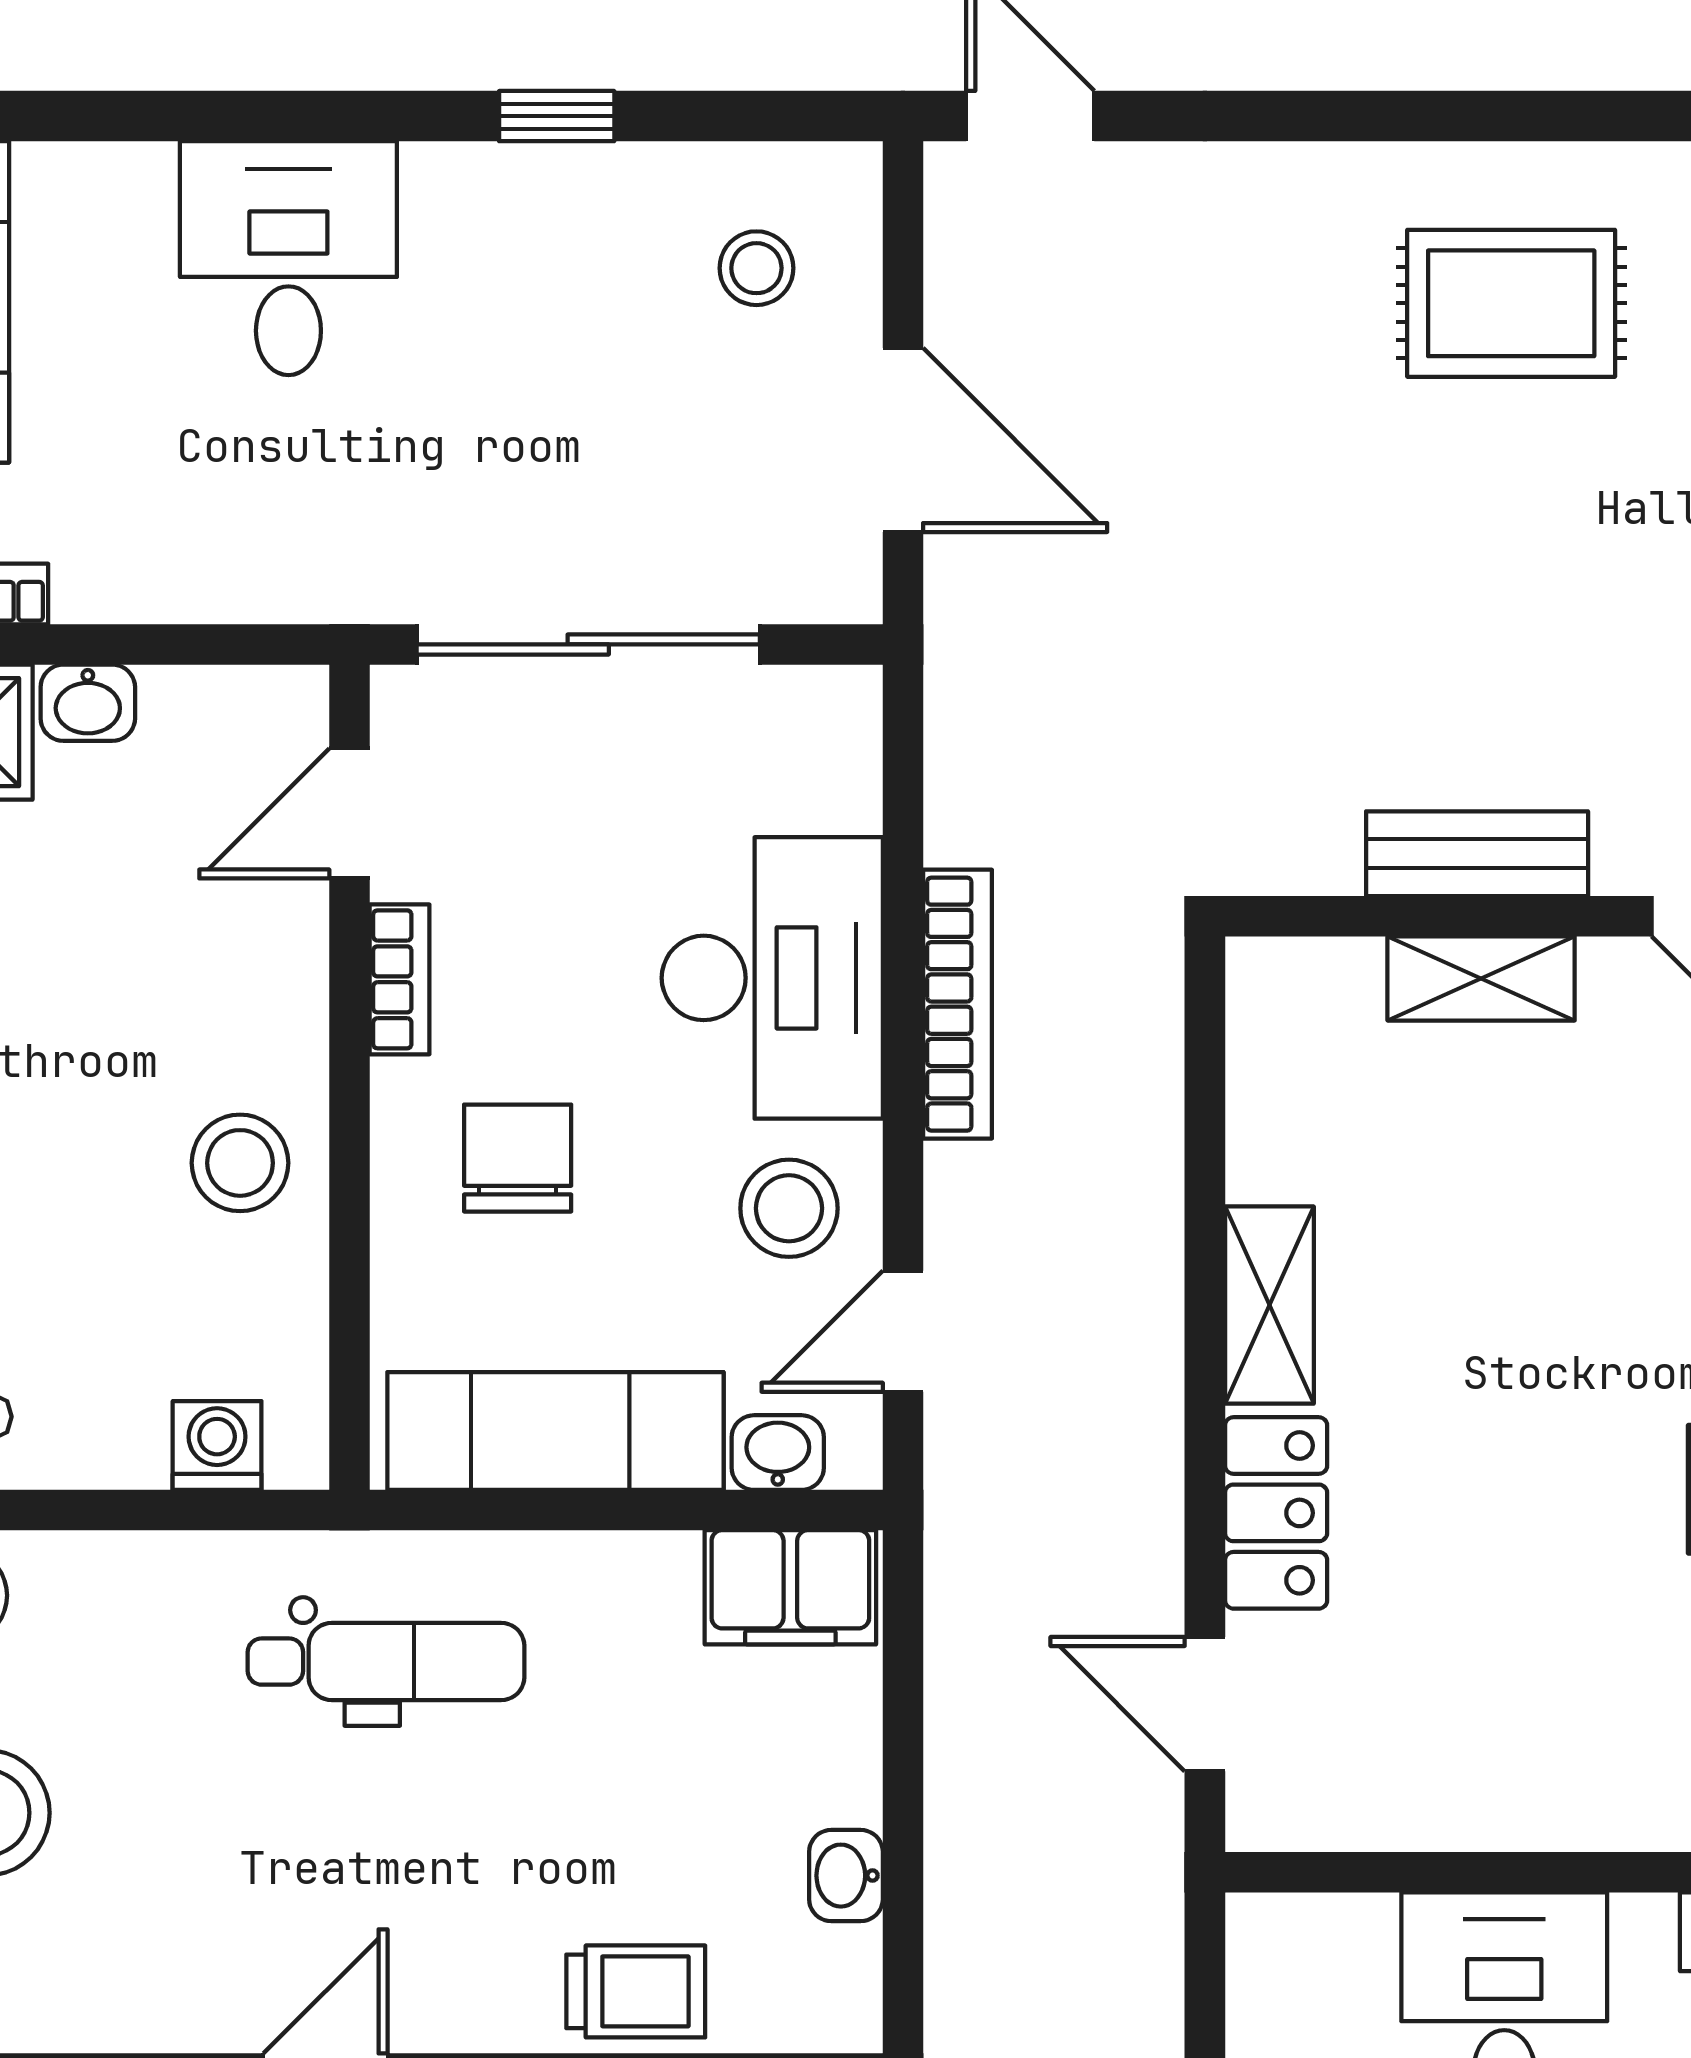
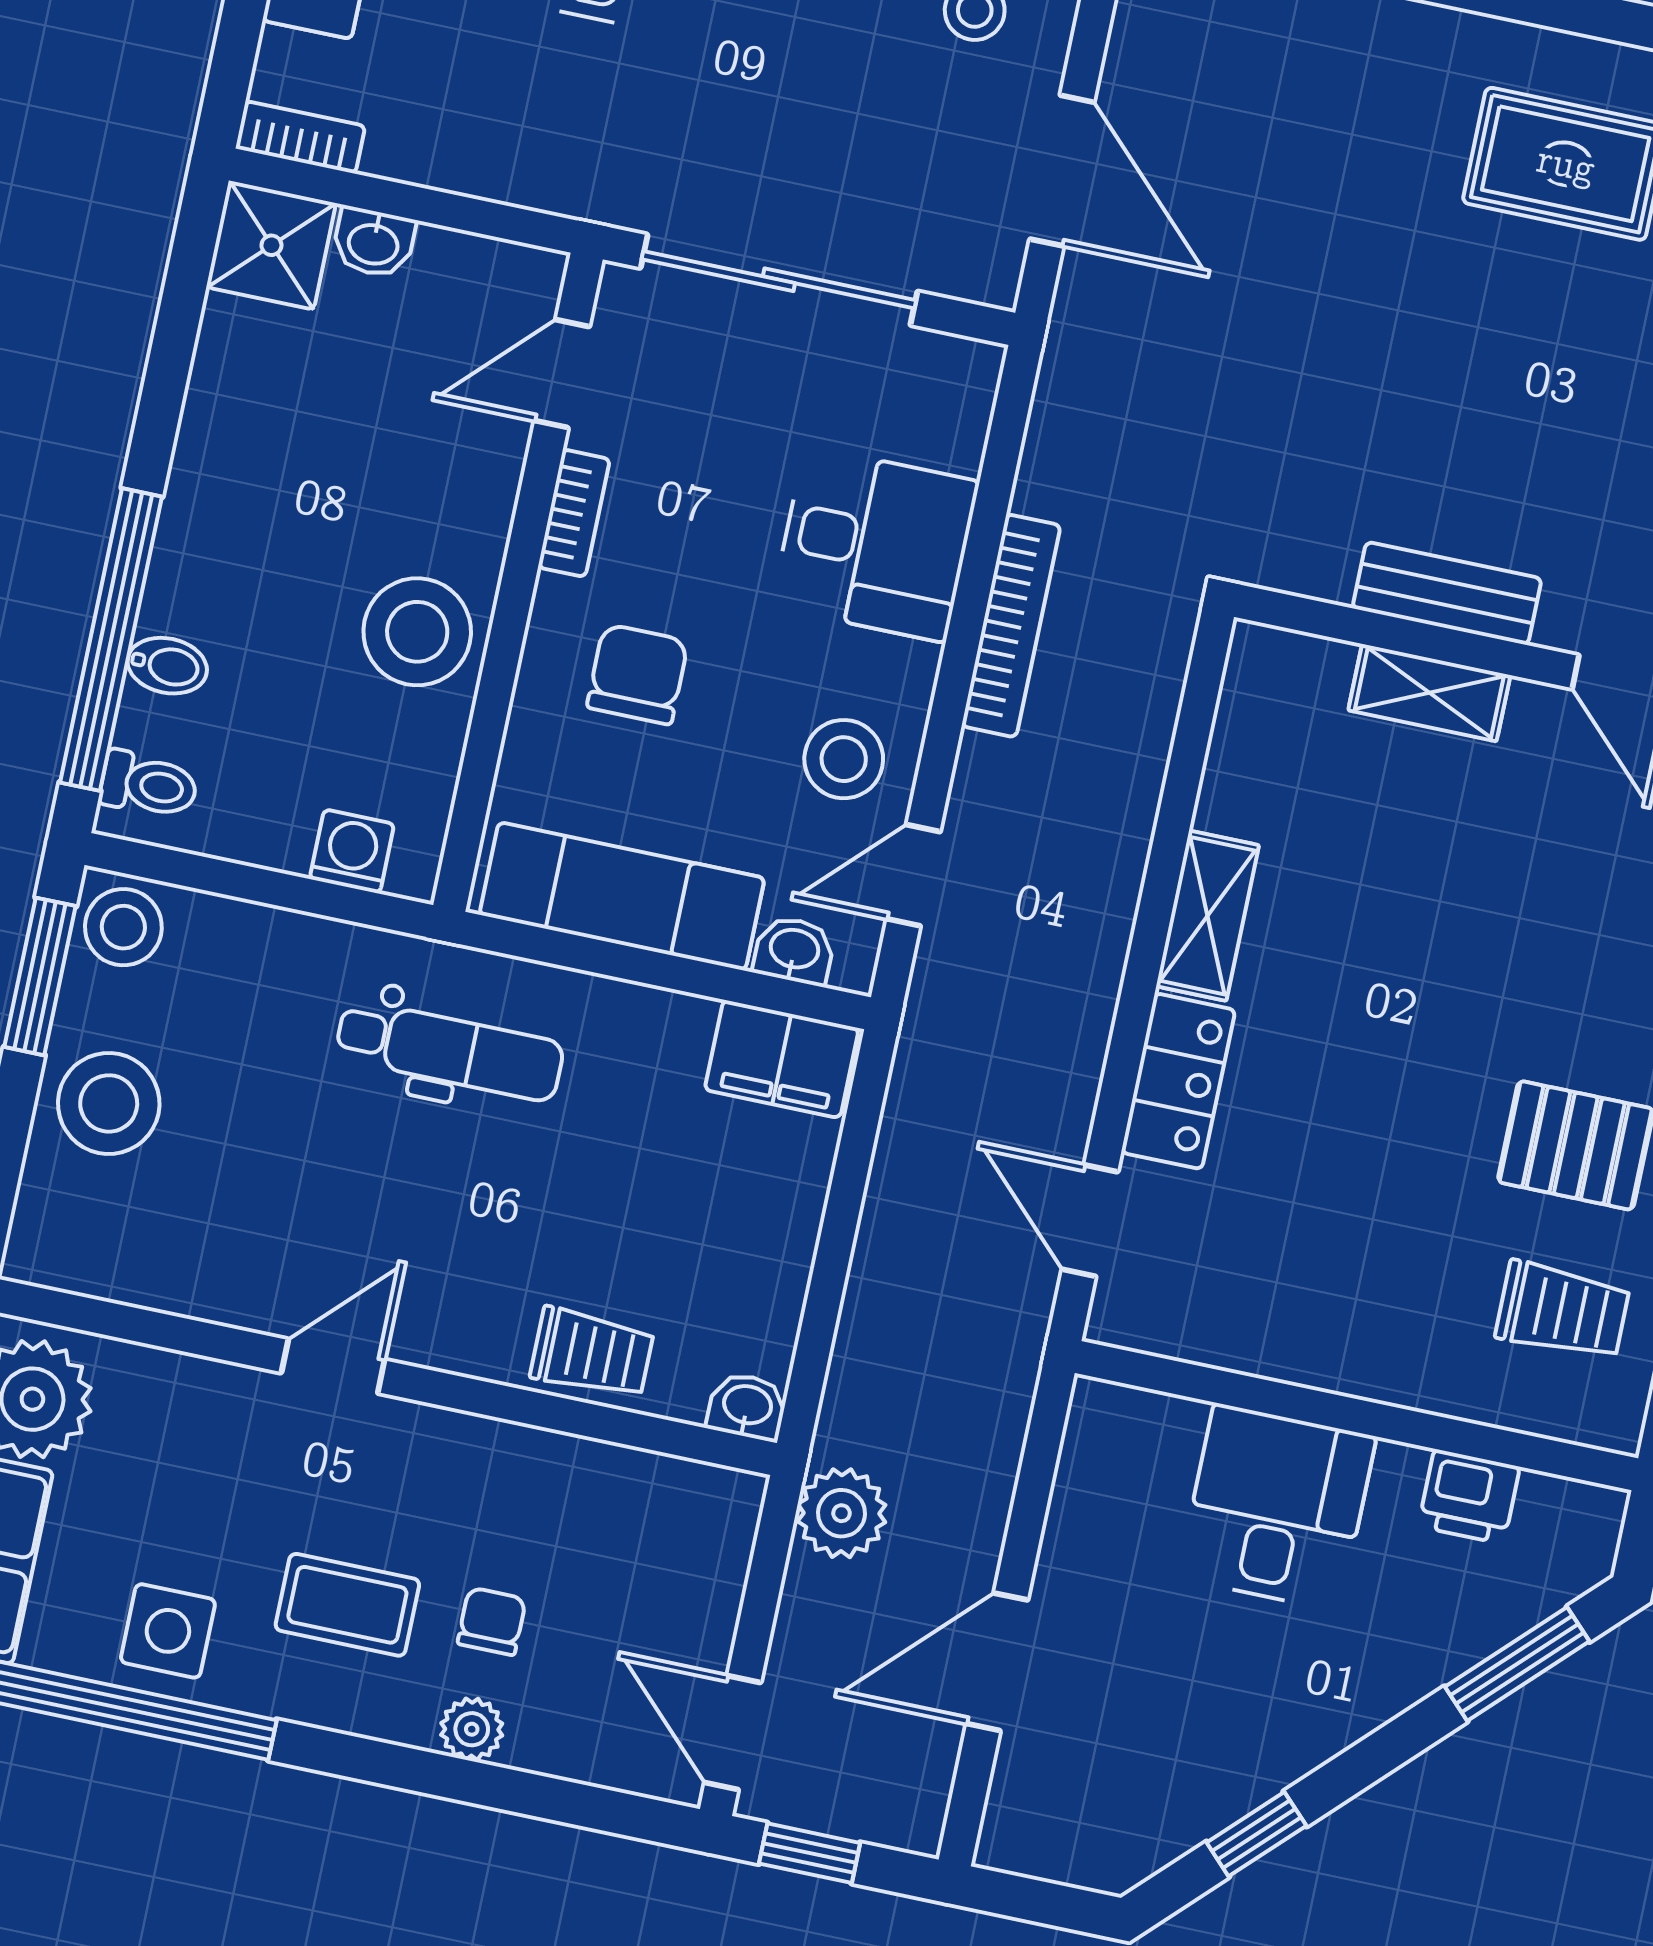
desk: (772, 978) -> (875, 544), width x0.73
stool: (240, 1163) -> (417, 632), width x1.38, depth x1.38
washbasin: (846, 1876) -> (747, 1406), moved, turned 90

